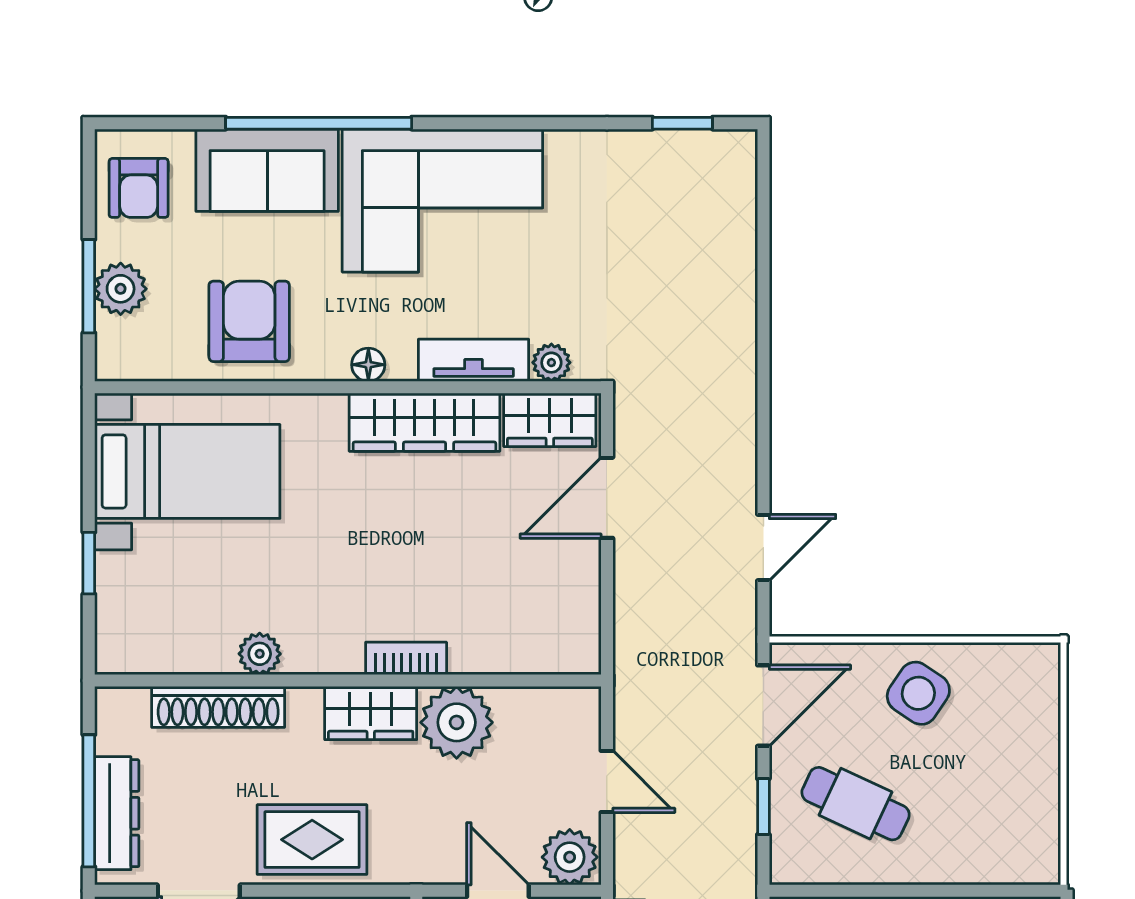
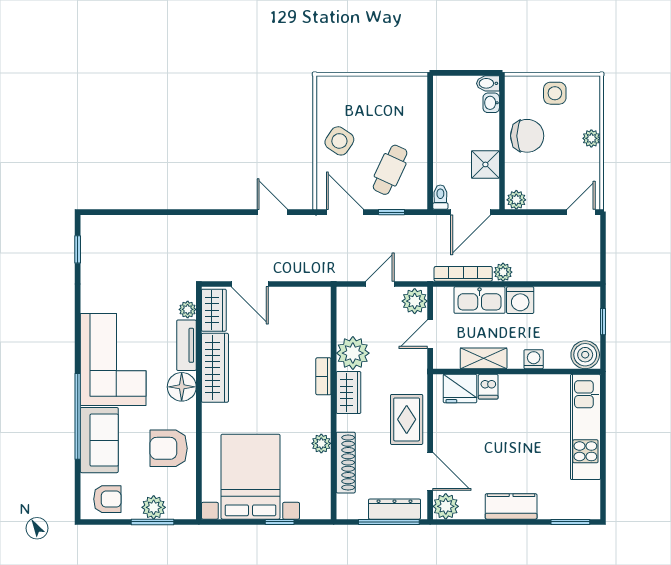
floor lamp: (368, 365) -> (182, 387), width x1.89, depth x1.89
bed with nightstands: (187, 471) -> (251, 477), width x1.36

